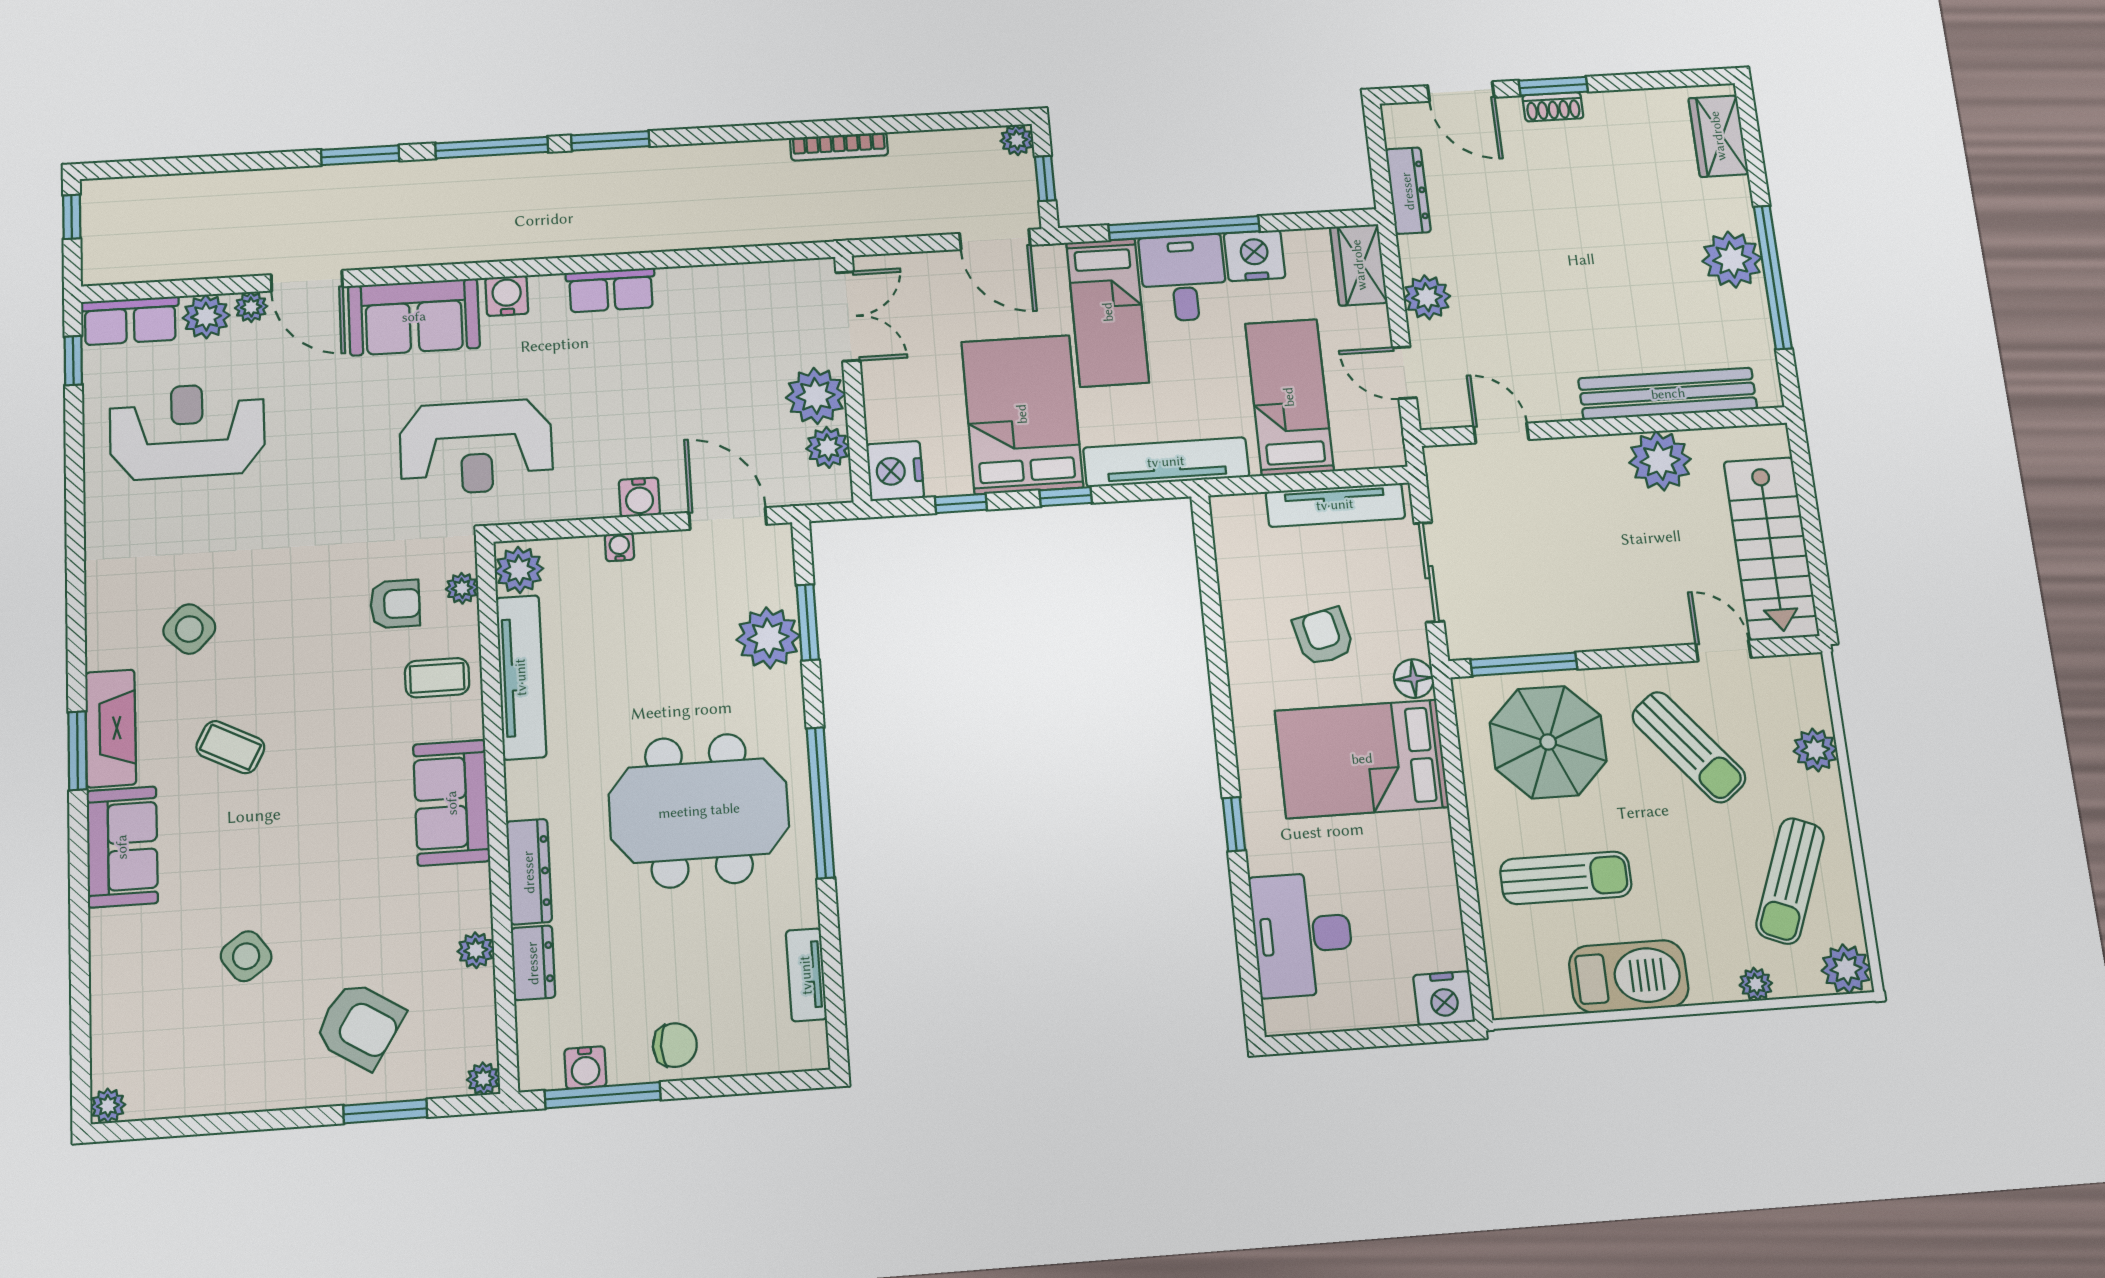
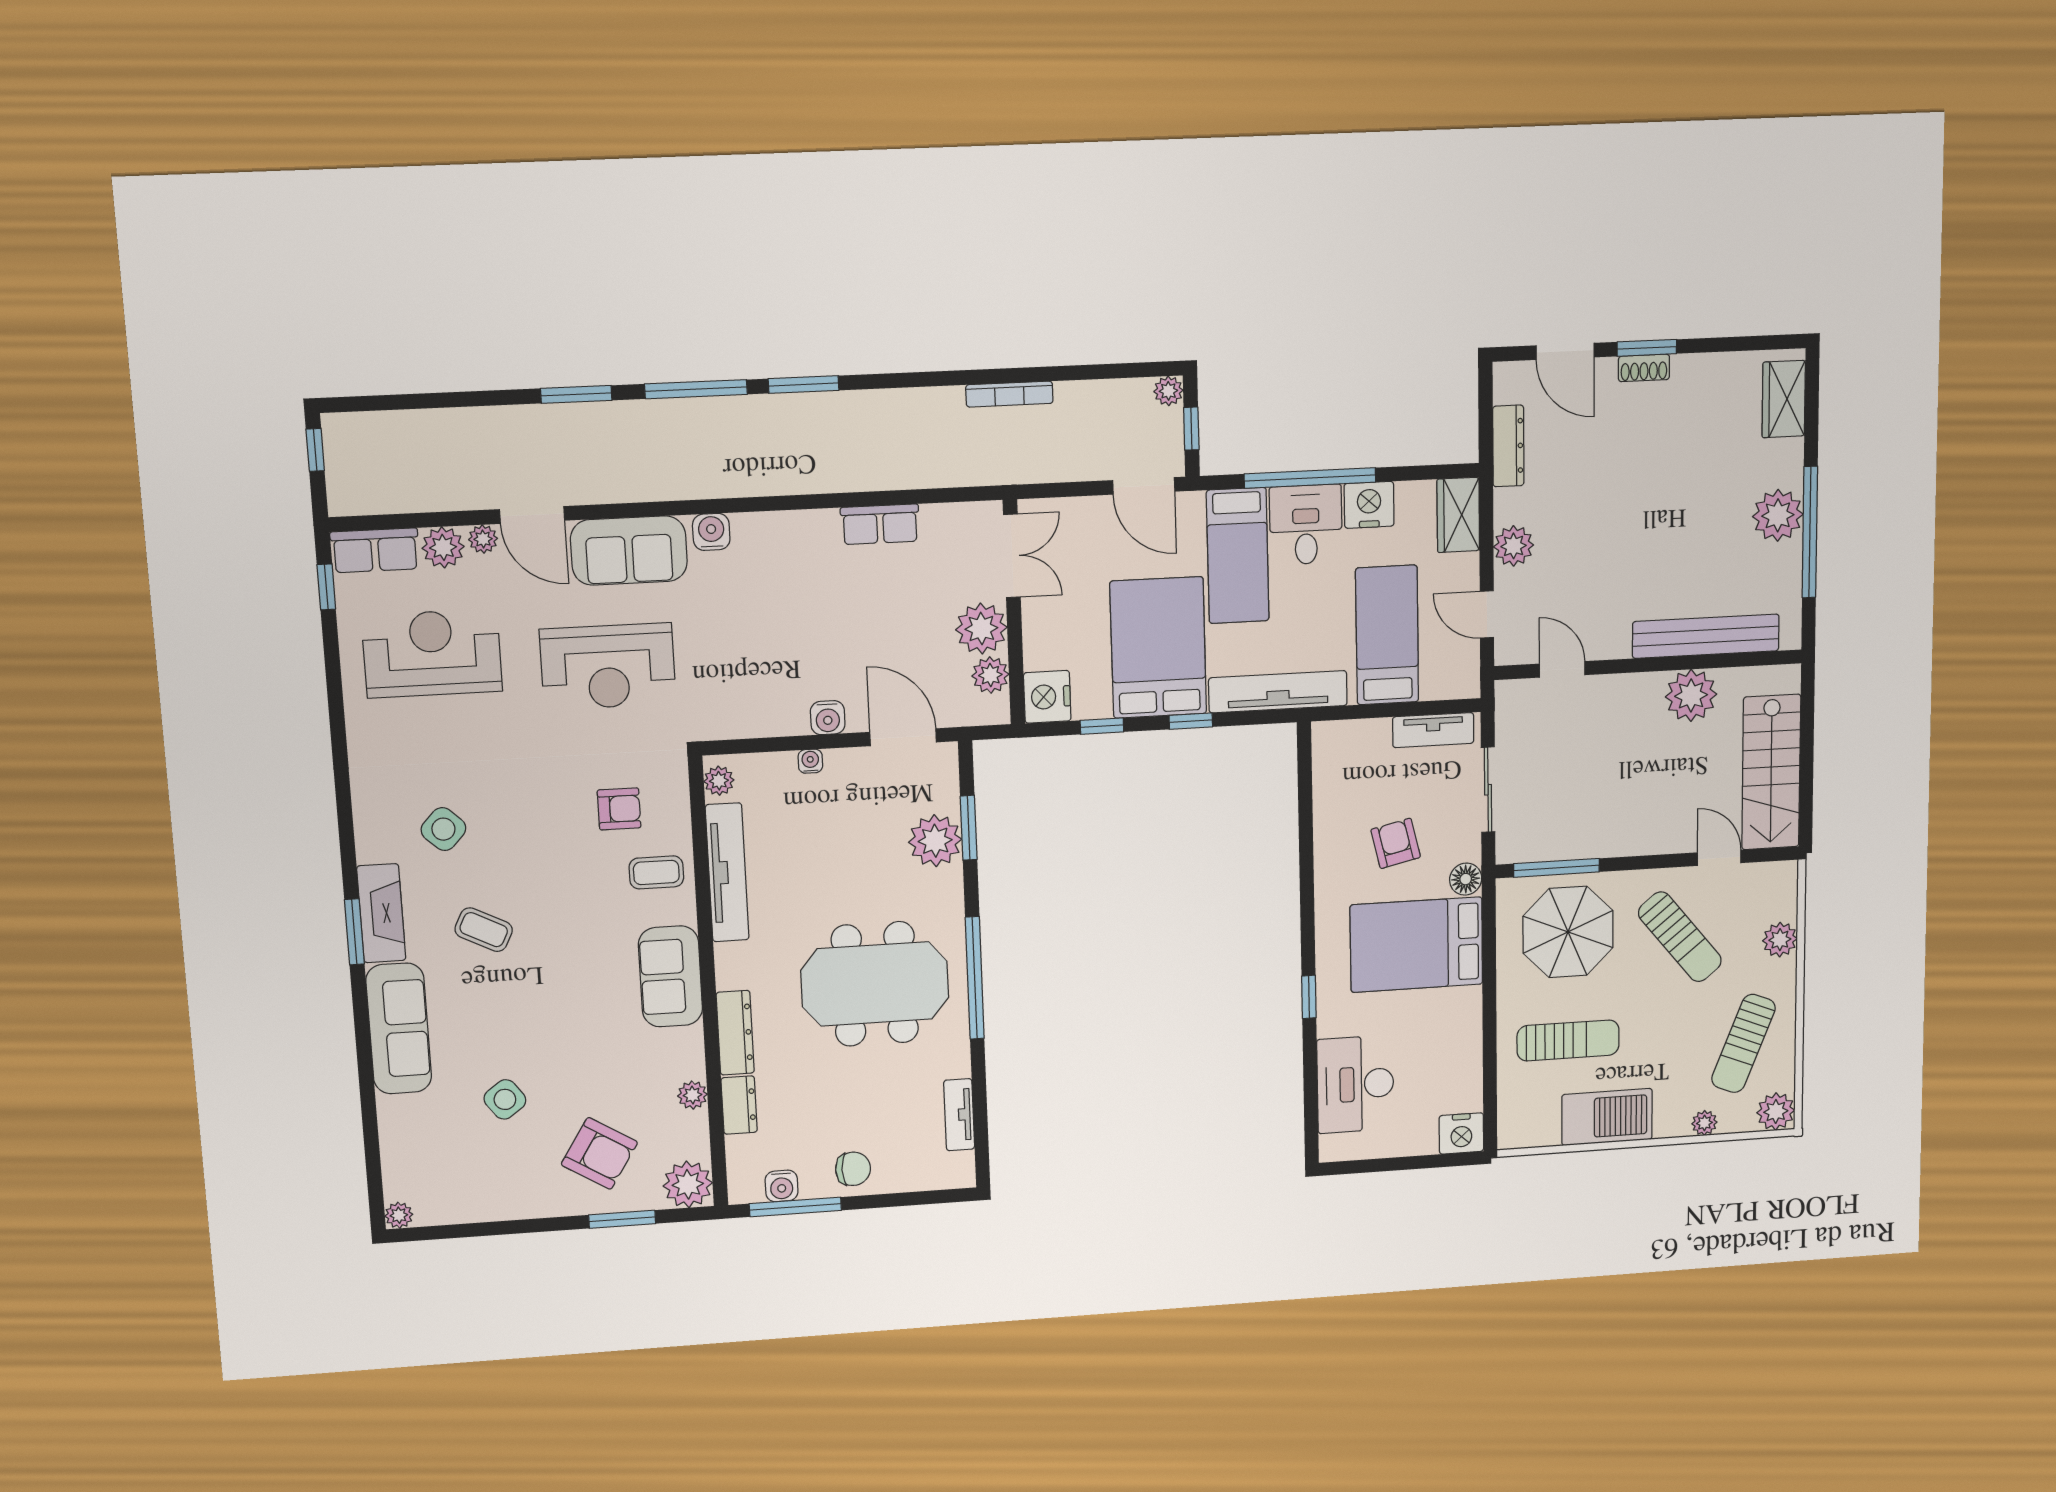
row of seats: (611, 290) -> (880, 524), moved
reception desk: (476, 447) -> (608, 666), moved
tv unit: (1335, 505) -> (1433, 730), width x0.71
plant: (519, 570) -> (719, 781), width x0.73, depth x0.73
plant: (462, 588) -> (676, 796), removed
sofa: (122, 847) -> (399, 1029), width x1.36
plant: (483, 1079) -> (688, 1184), width x1.87, depth x1.87

